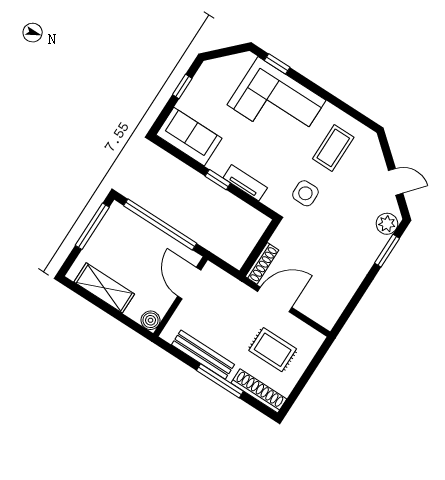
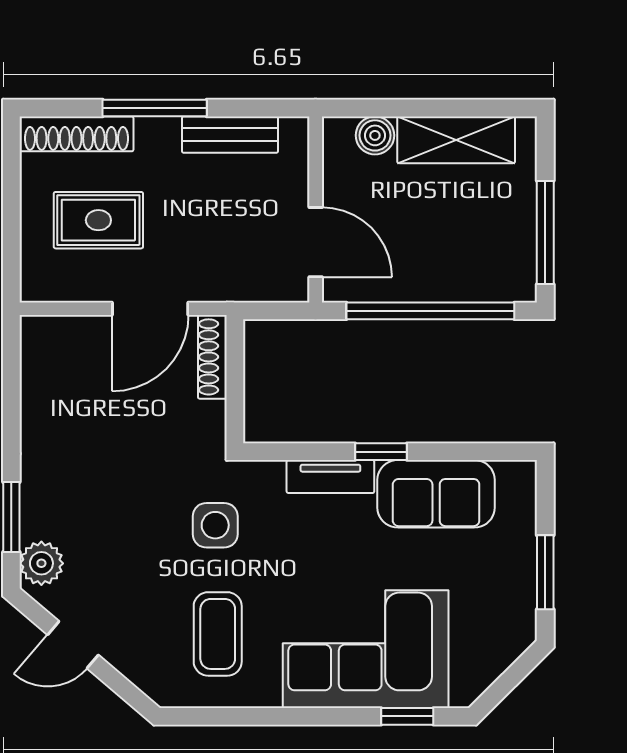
window: (182, 87) -> (545, 572), width x1.50
sofa: (189, 137) -> (436, 494), moved
boiler: (151, 320) -> (375, 135), moved
bench: (203, 355) -> (230, 135), width x0.73

